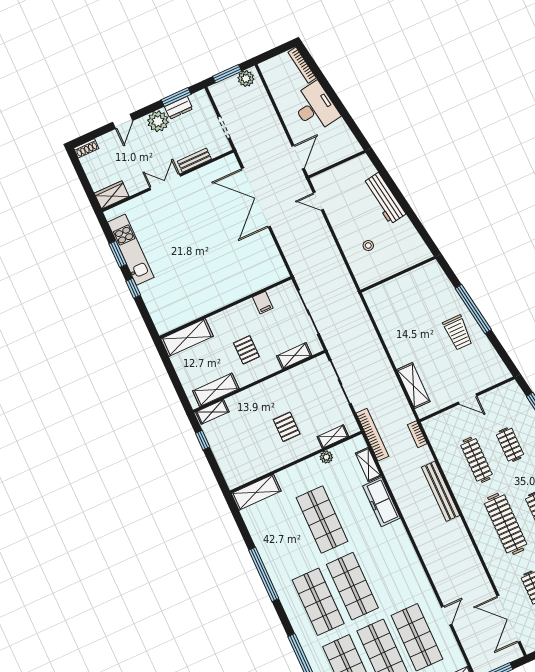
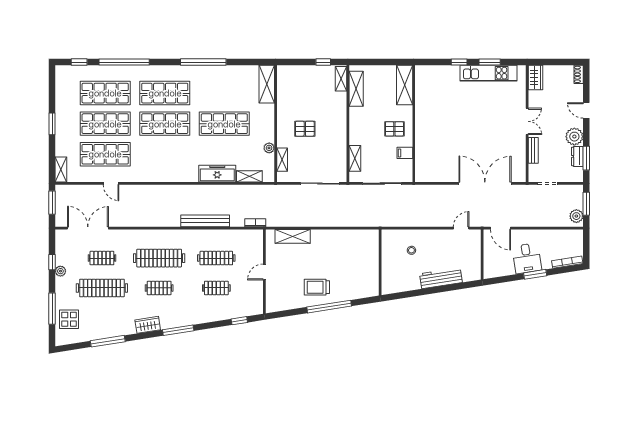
window: (332, 95) -> (535, 274), added
desk: (315, 107) -> (527, 258), width x0.73
pallet: (246, 350) -> (394, 129), moved
bookcase: (372, 435) -> (270, 190), removed

